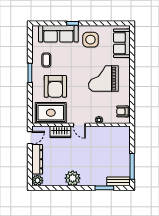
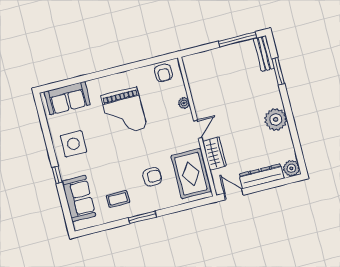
sofa: (58, 34) -> (79, 199), width x0.73
armchair: (55, 86) -> (152, 177), width x0.53, depth x0.53

